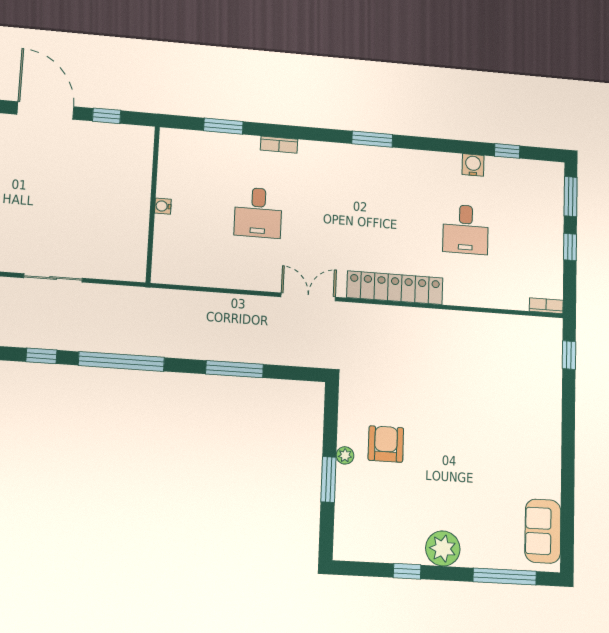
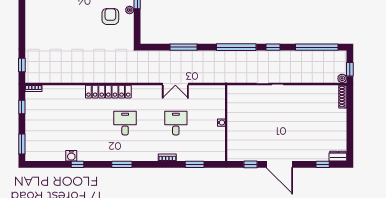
window: (507, 151) -> (78, 164), moved
desk: (466, 229) -> (125, 123), moved
window: (570, 247) -> (22, 107), moved
double door: (308, 297) -> (175, 84), moved
armchair: (386, 444) -> (110, 16), turned 180

